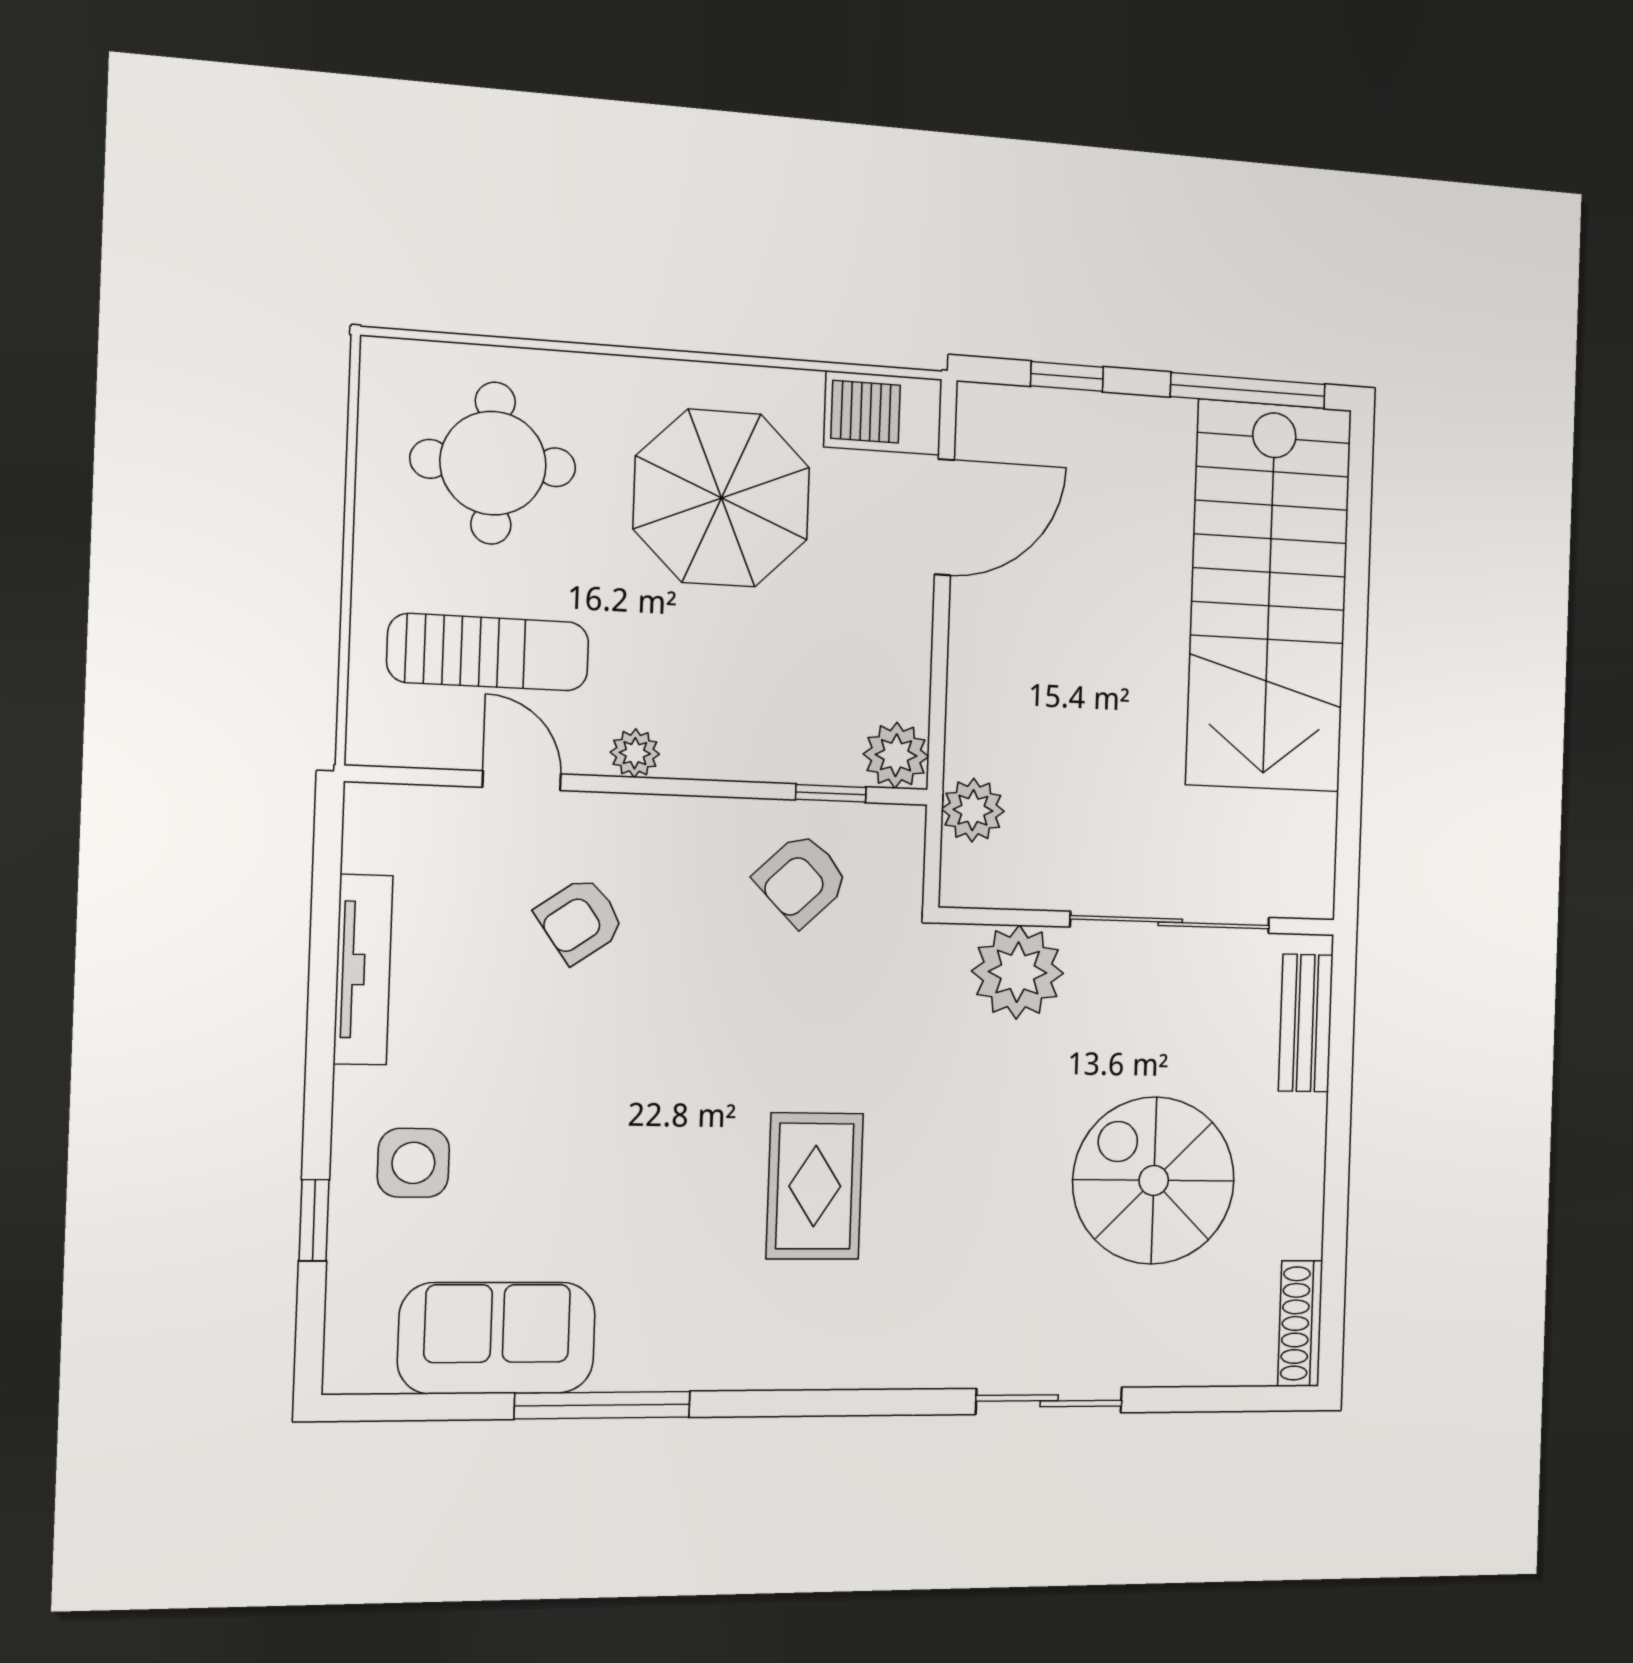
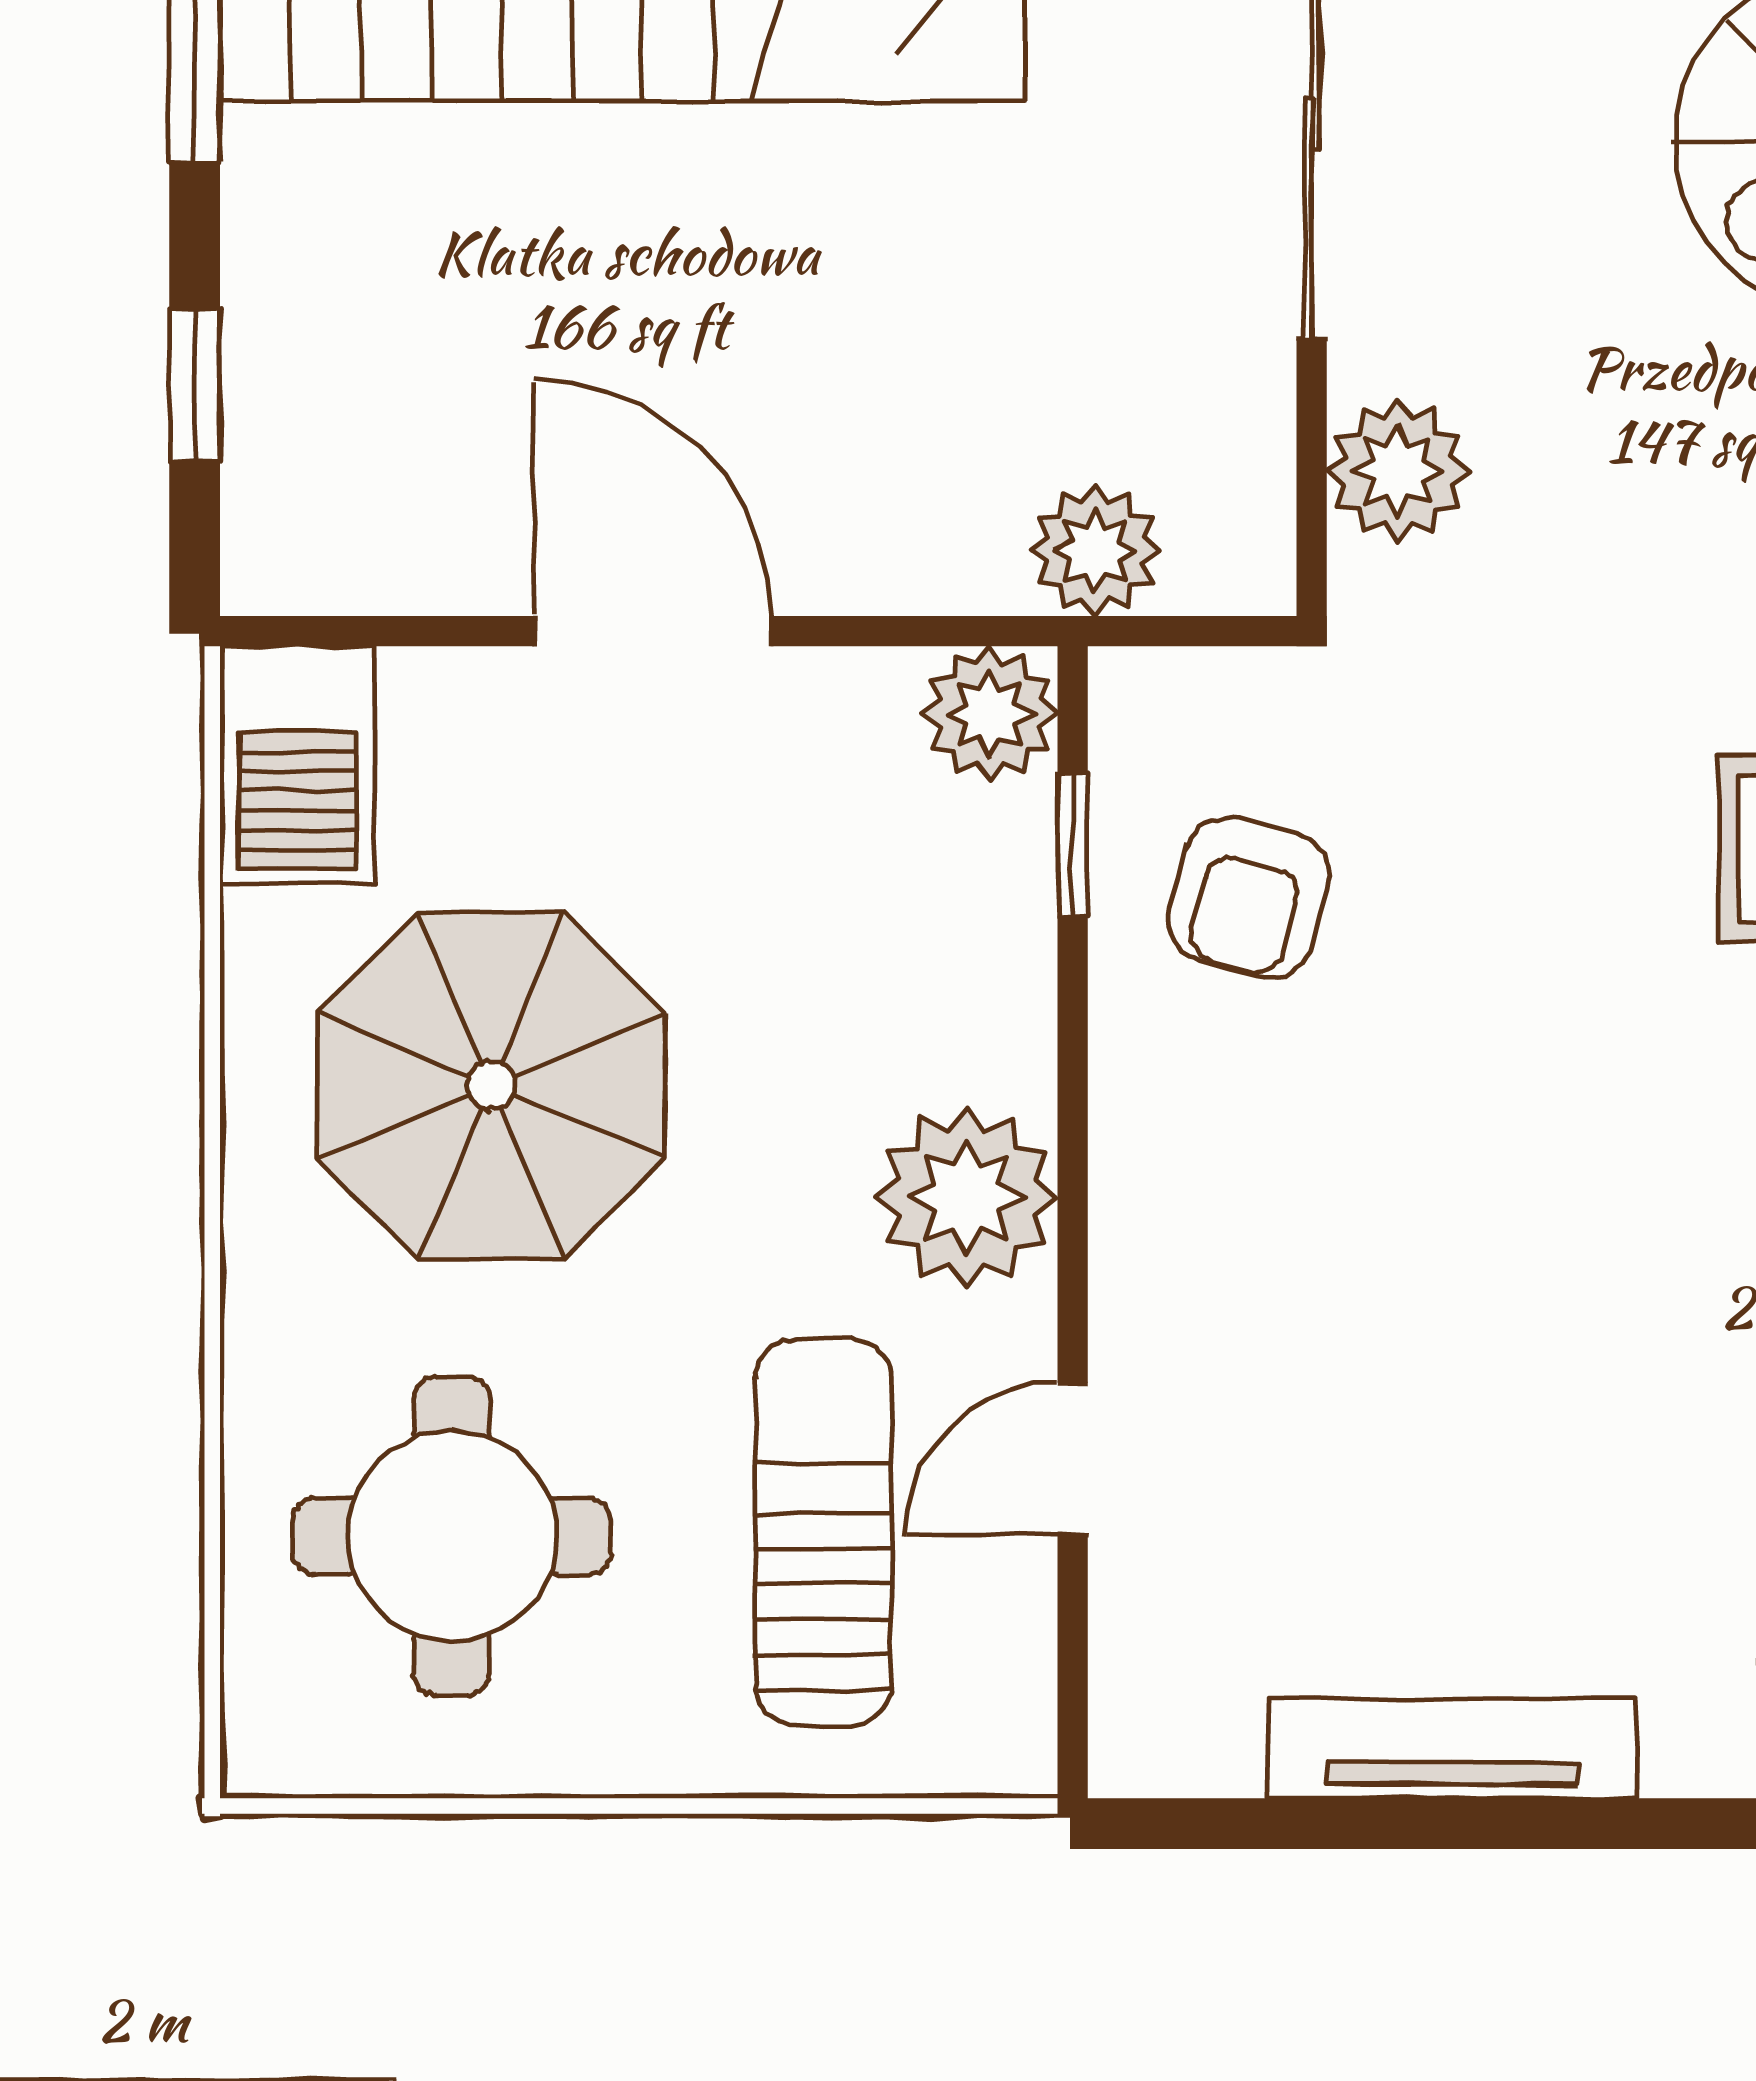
door: (944, 517) -> (652, 631), moved
plant: (635, 753) -> (966, 1197), width x1.88, depth x1.88
armchair: (802, 880) -> (1249, 898), turned 59
armchair: (580, 920) -> (1343, 1336), removed
plant: (1018, 972) -> (1398, 471), width x0.73, depth x0.73

